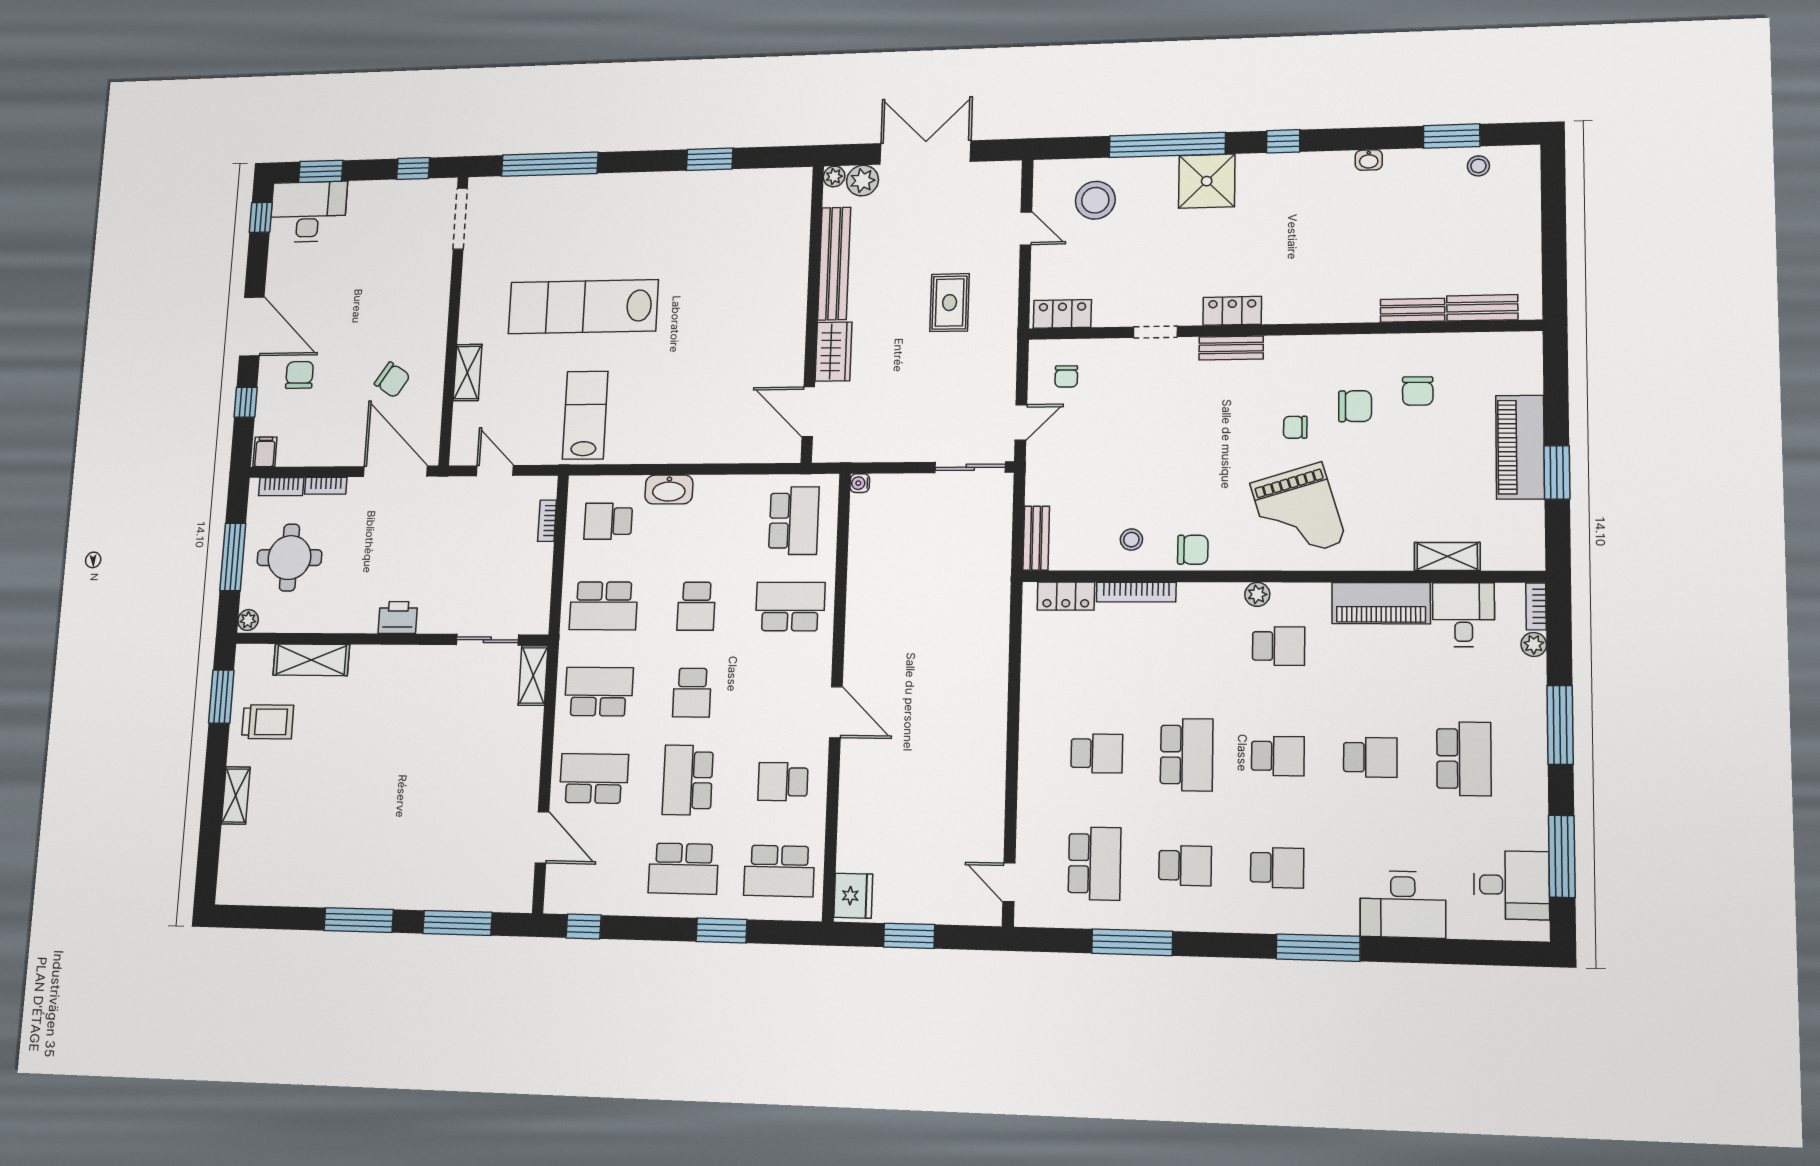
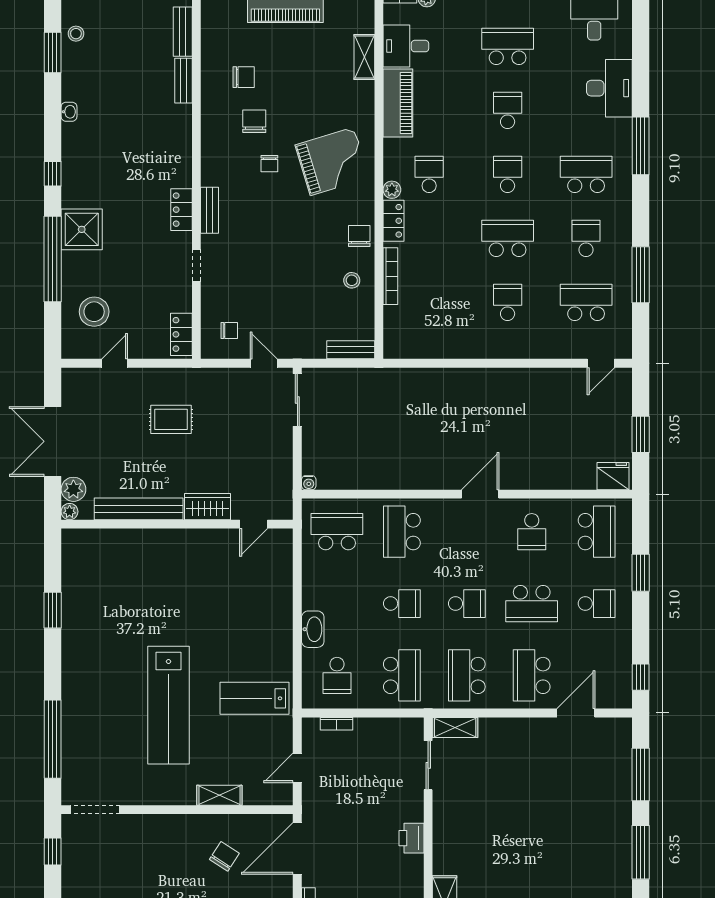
door: (808, 412) -> (254, 524), width x0.73
locker: (1066, 596) -> (394, 221), moved
school desk: (1277, 868) -> (586, 174), width x1.85
school desk: (683, 869) -> (597, 604), width x0.54

